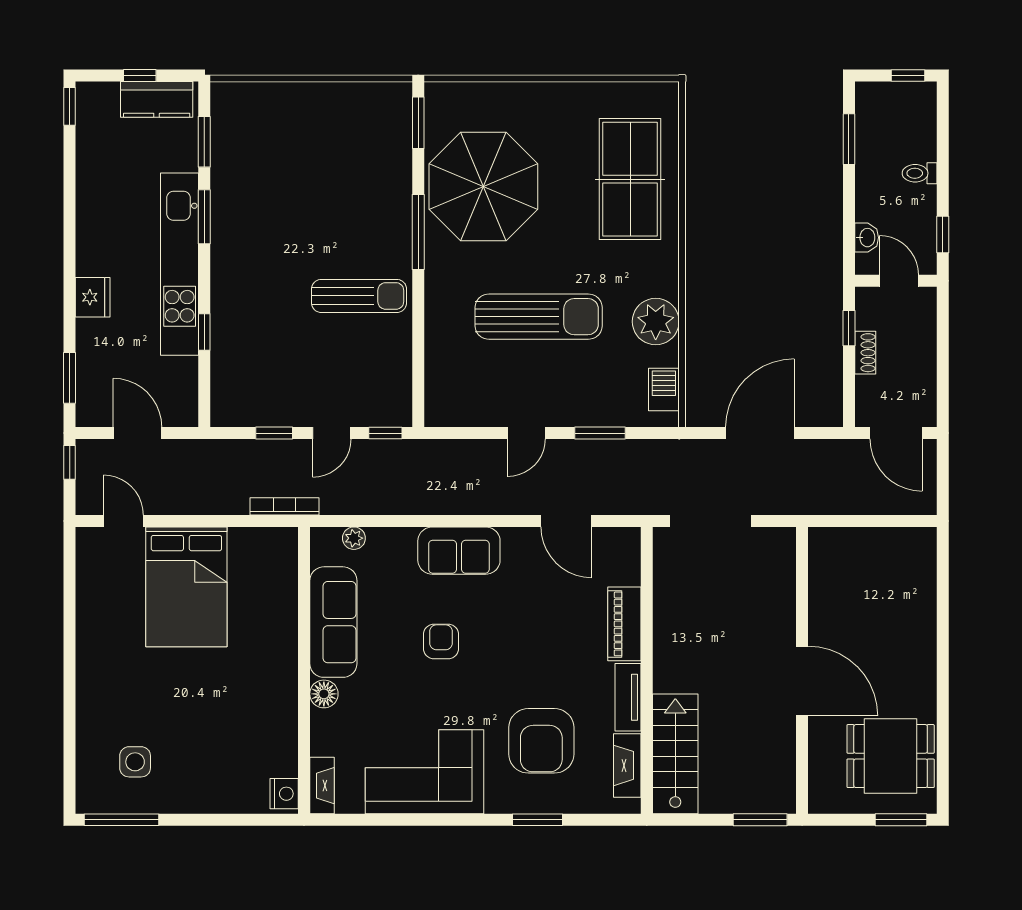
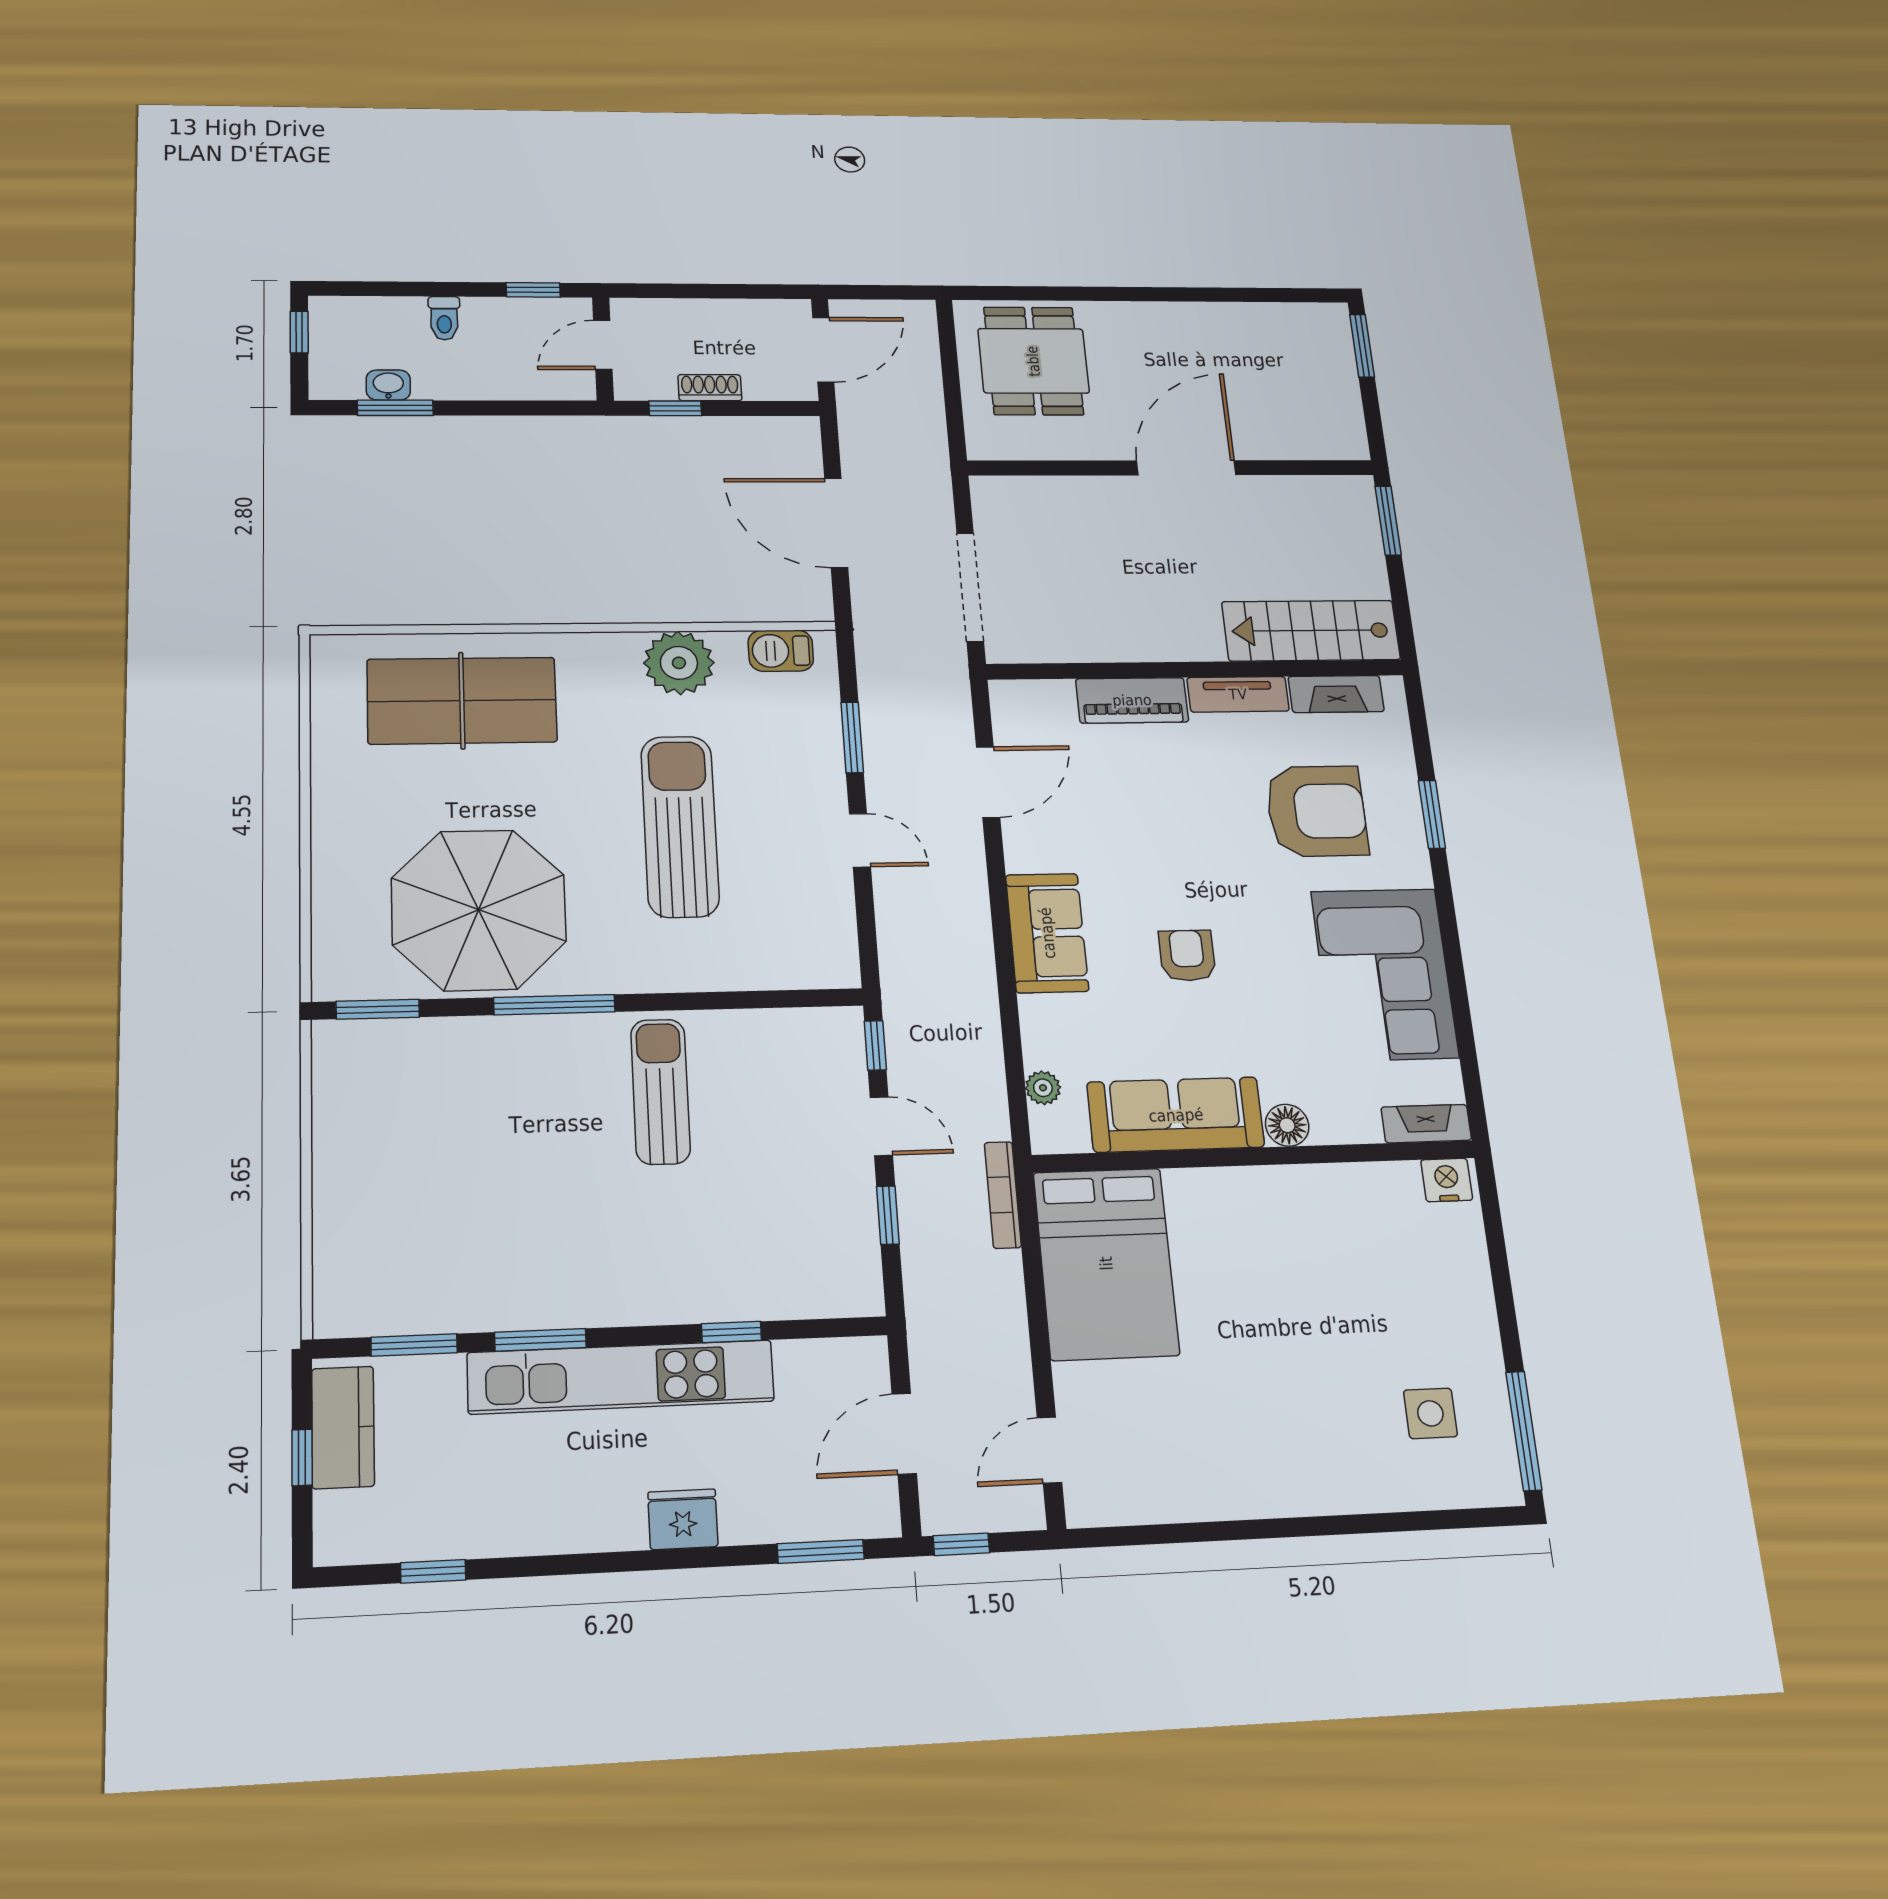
window: (70, 106) -> (433, 1571), moved
washbasin: (867, 238) -> (388, 385), moved
bed: (186, 587) -> (1106, 1263), moved, turned 90
armchair: (441, 641) -> (1187, 956), turned 90
dining table: (891, 756) -> (1033, 361), moved

